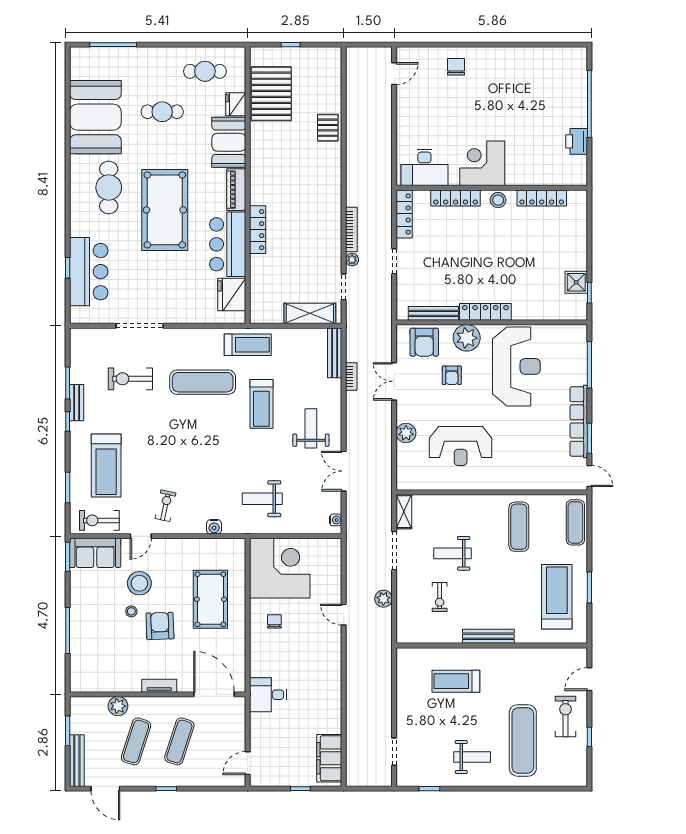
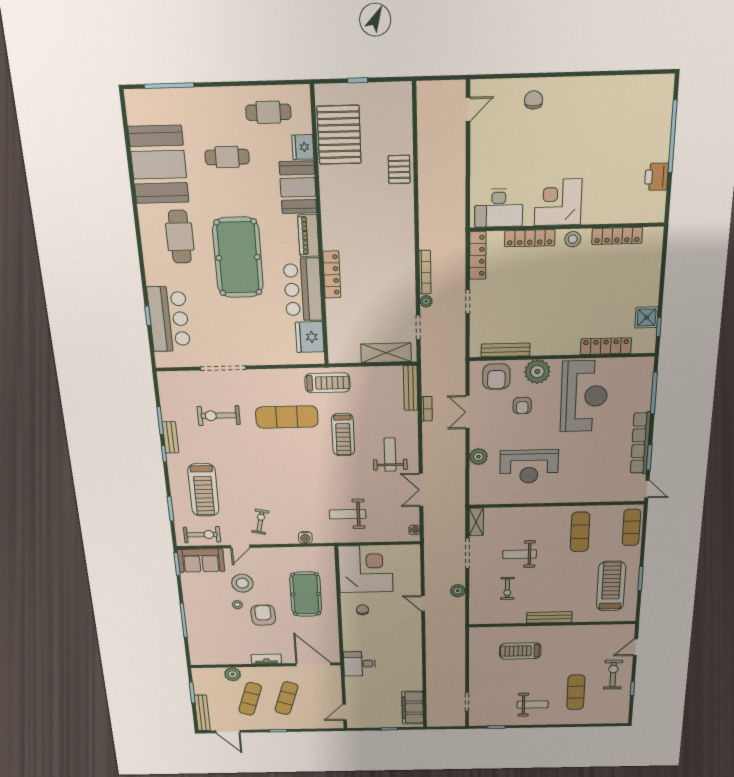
locker: (485, 312) -> (606, 346), moved
exercise bike: (99, 520) -> (202, 535), turned 180
exercise mat: (523, 740) -> (576, 692), width x0.73, depth x0.69

